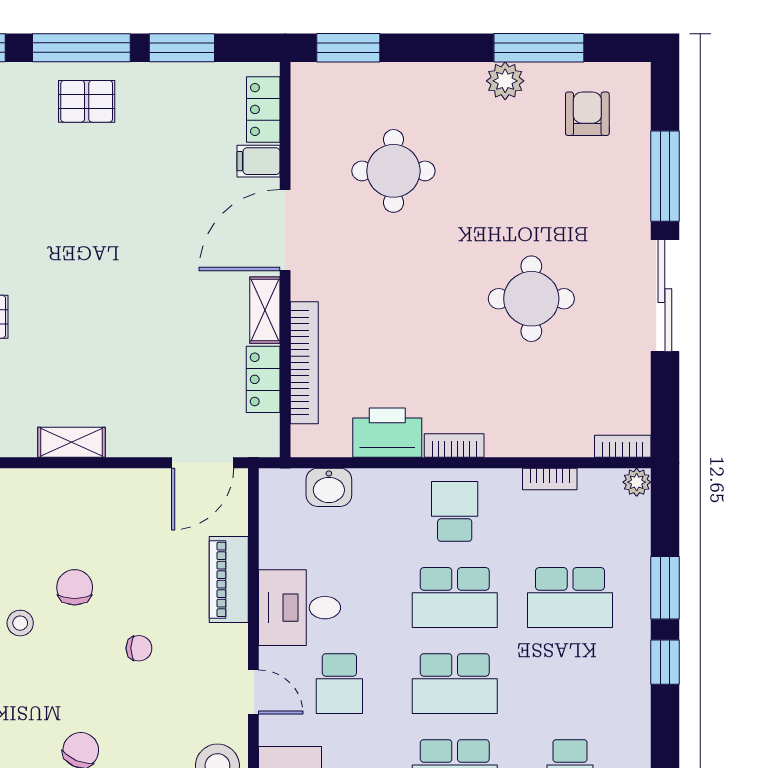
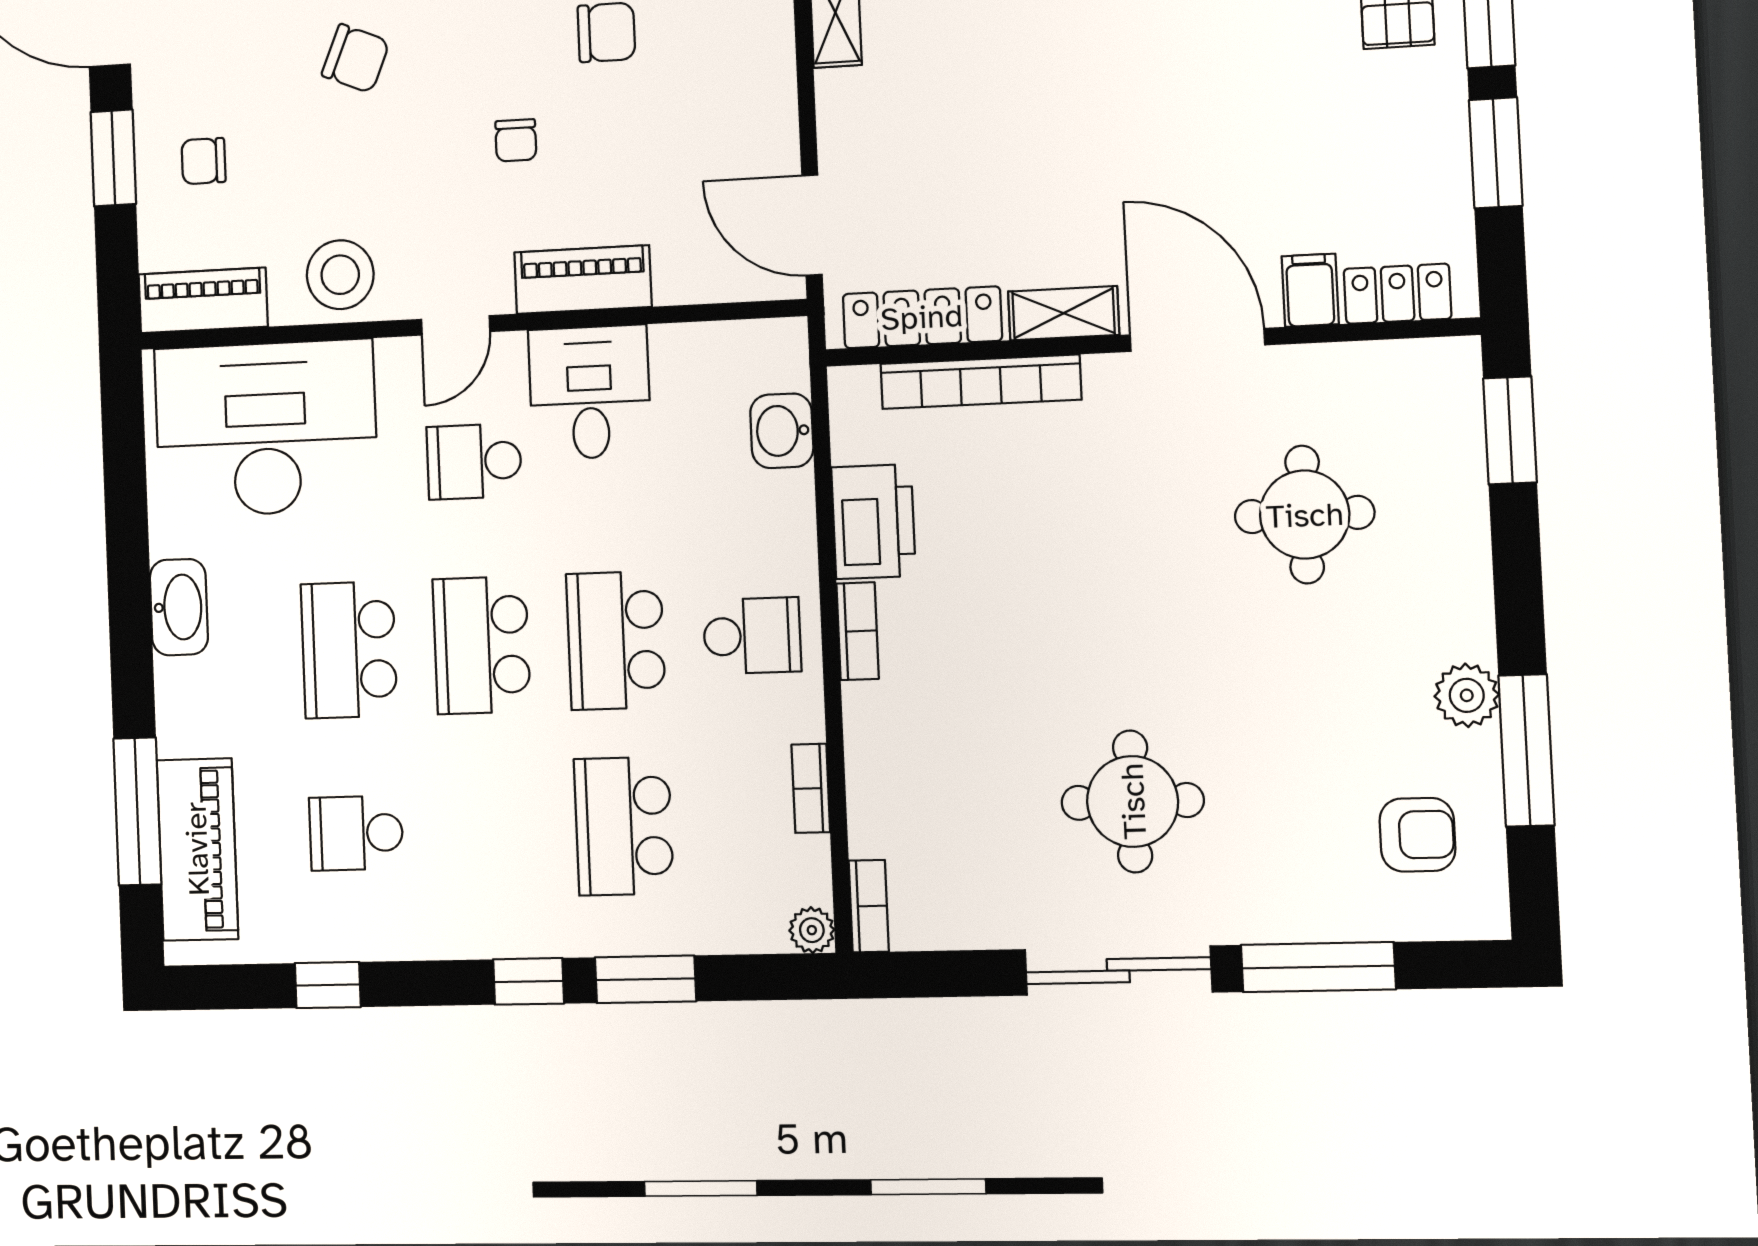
round table: (531, 299) -> (1133, 801), moved
locker: (263, 379) -> (922, 317), width x1.53
piano: (229, 579) -> (583, 280), moved

